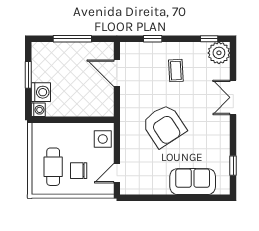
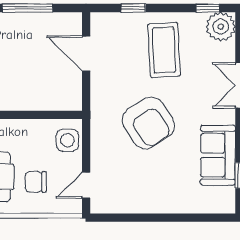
coffee table: (176, 71) -> (164, 50), width x1.86, depth x1.72
sofa: (193, 182) -> (218, 155), moved, turned -90

